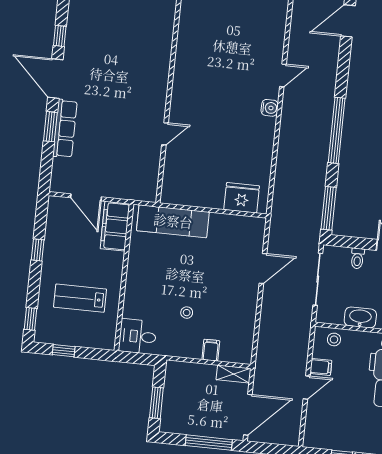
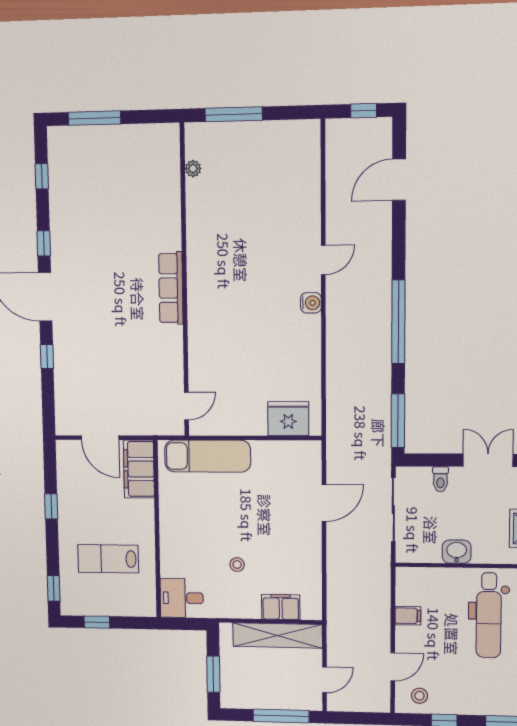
window: (50, 127) -> (47, 356), width x0.67
row of seats: (65, 129) -> (171, 288), moved, turned 180
door: (165, 134) -> (186, 406), moved
washbasin: (360, 317) -> (457, 552), width x0.72
stool: (334, 339) -> (419, 696), moved
filing cabinet: (211, 350) -> (281, 607), width x2.00
shelving: (234, 374) -> (278, 635), width x2.20, depth x1.33
door: (307, 387) -> (393, 667), moved
door: (248, 415) -> (325, 680), width x0.53

